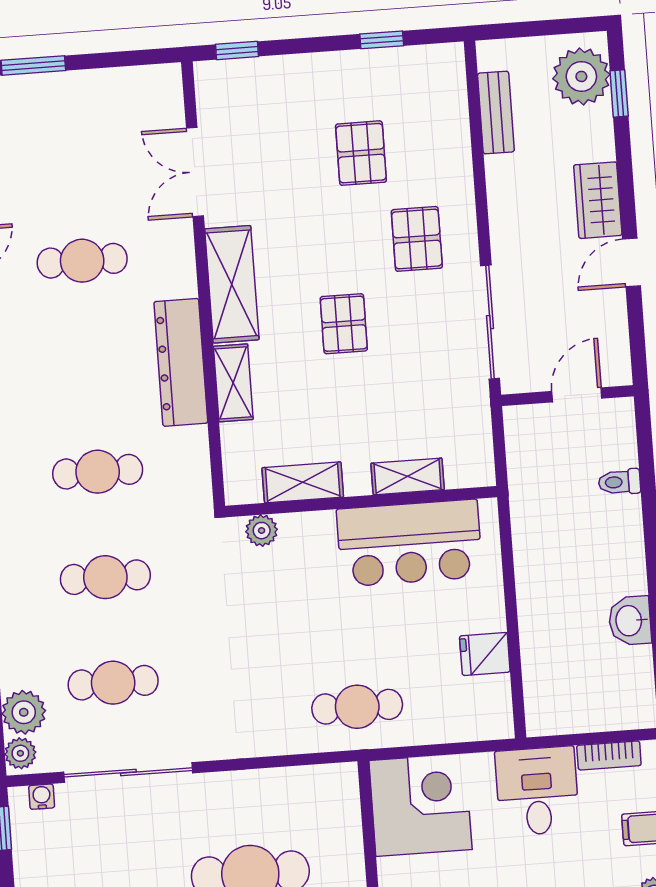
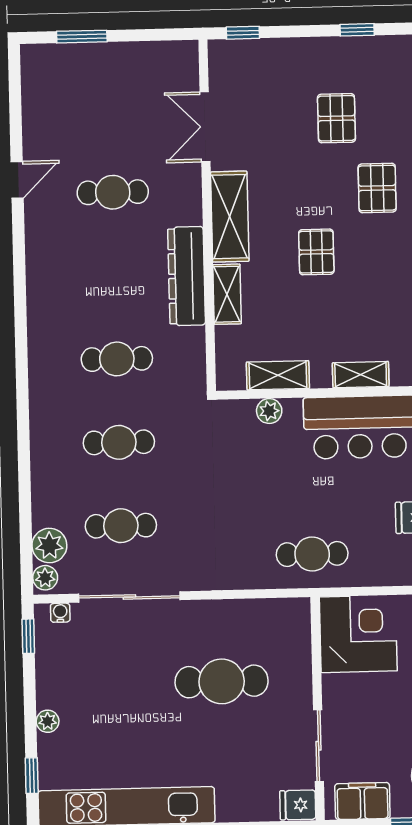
plant: (262, 531) -> (269, 411), moved

